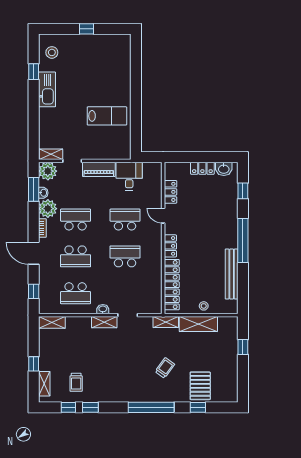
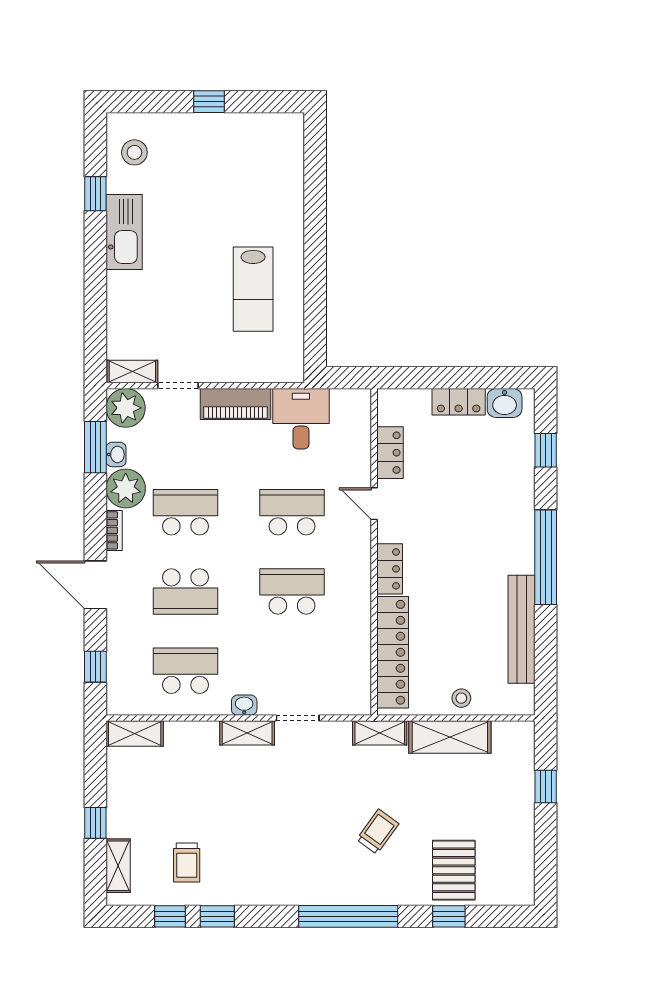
lab bench: (107, 116) -> (253, 289), turned 90
school desk: (76, 293) -> (185, 671), turned 180

